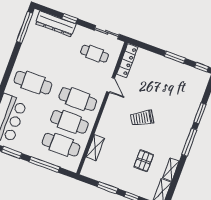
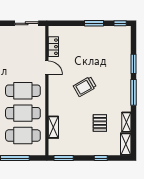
cafe table: (95, 54) -> (23, 46), removed
locker: (127, 61) -> (53, 47), width x0.66
window: (107, 188) -> (64, 158), moved

